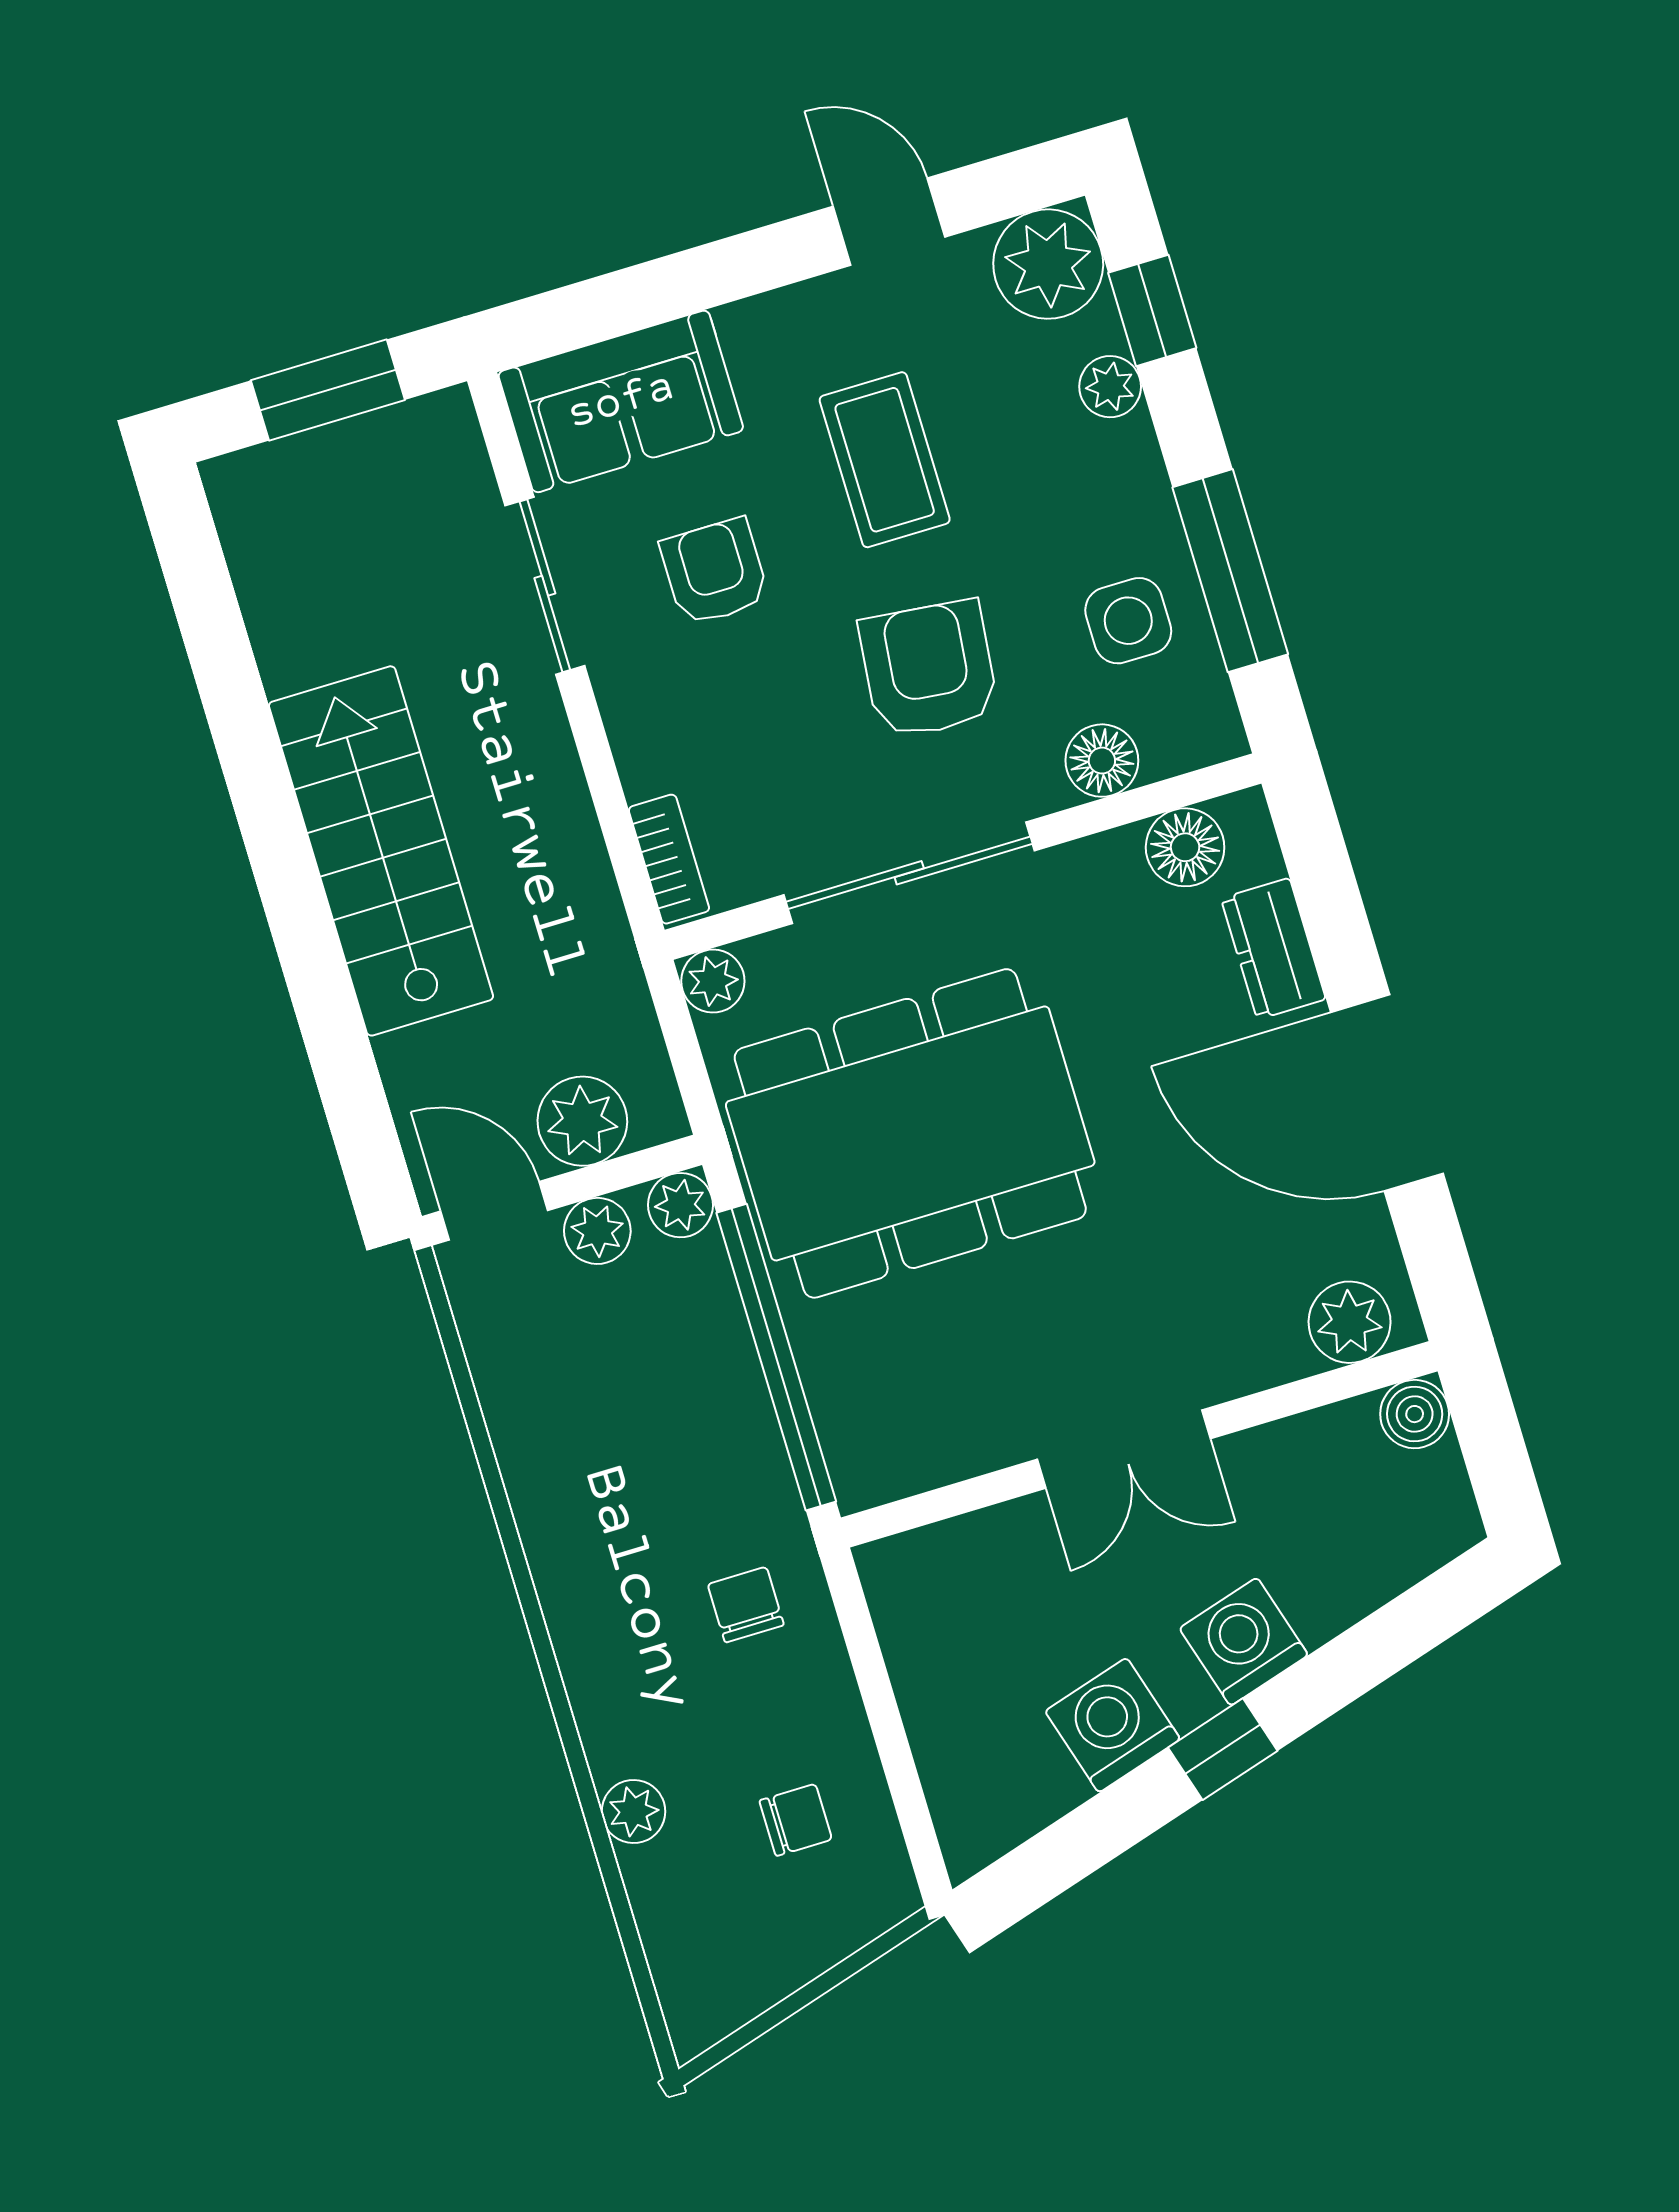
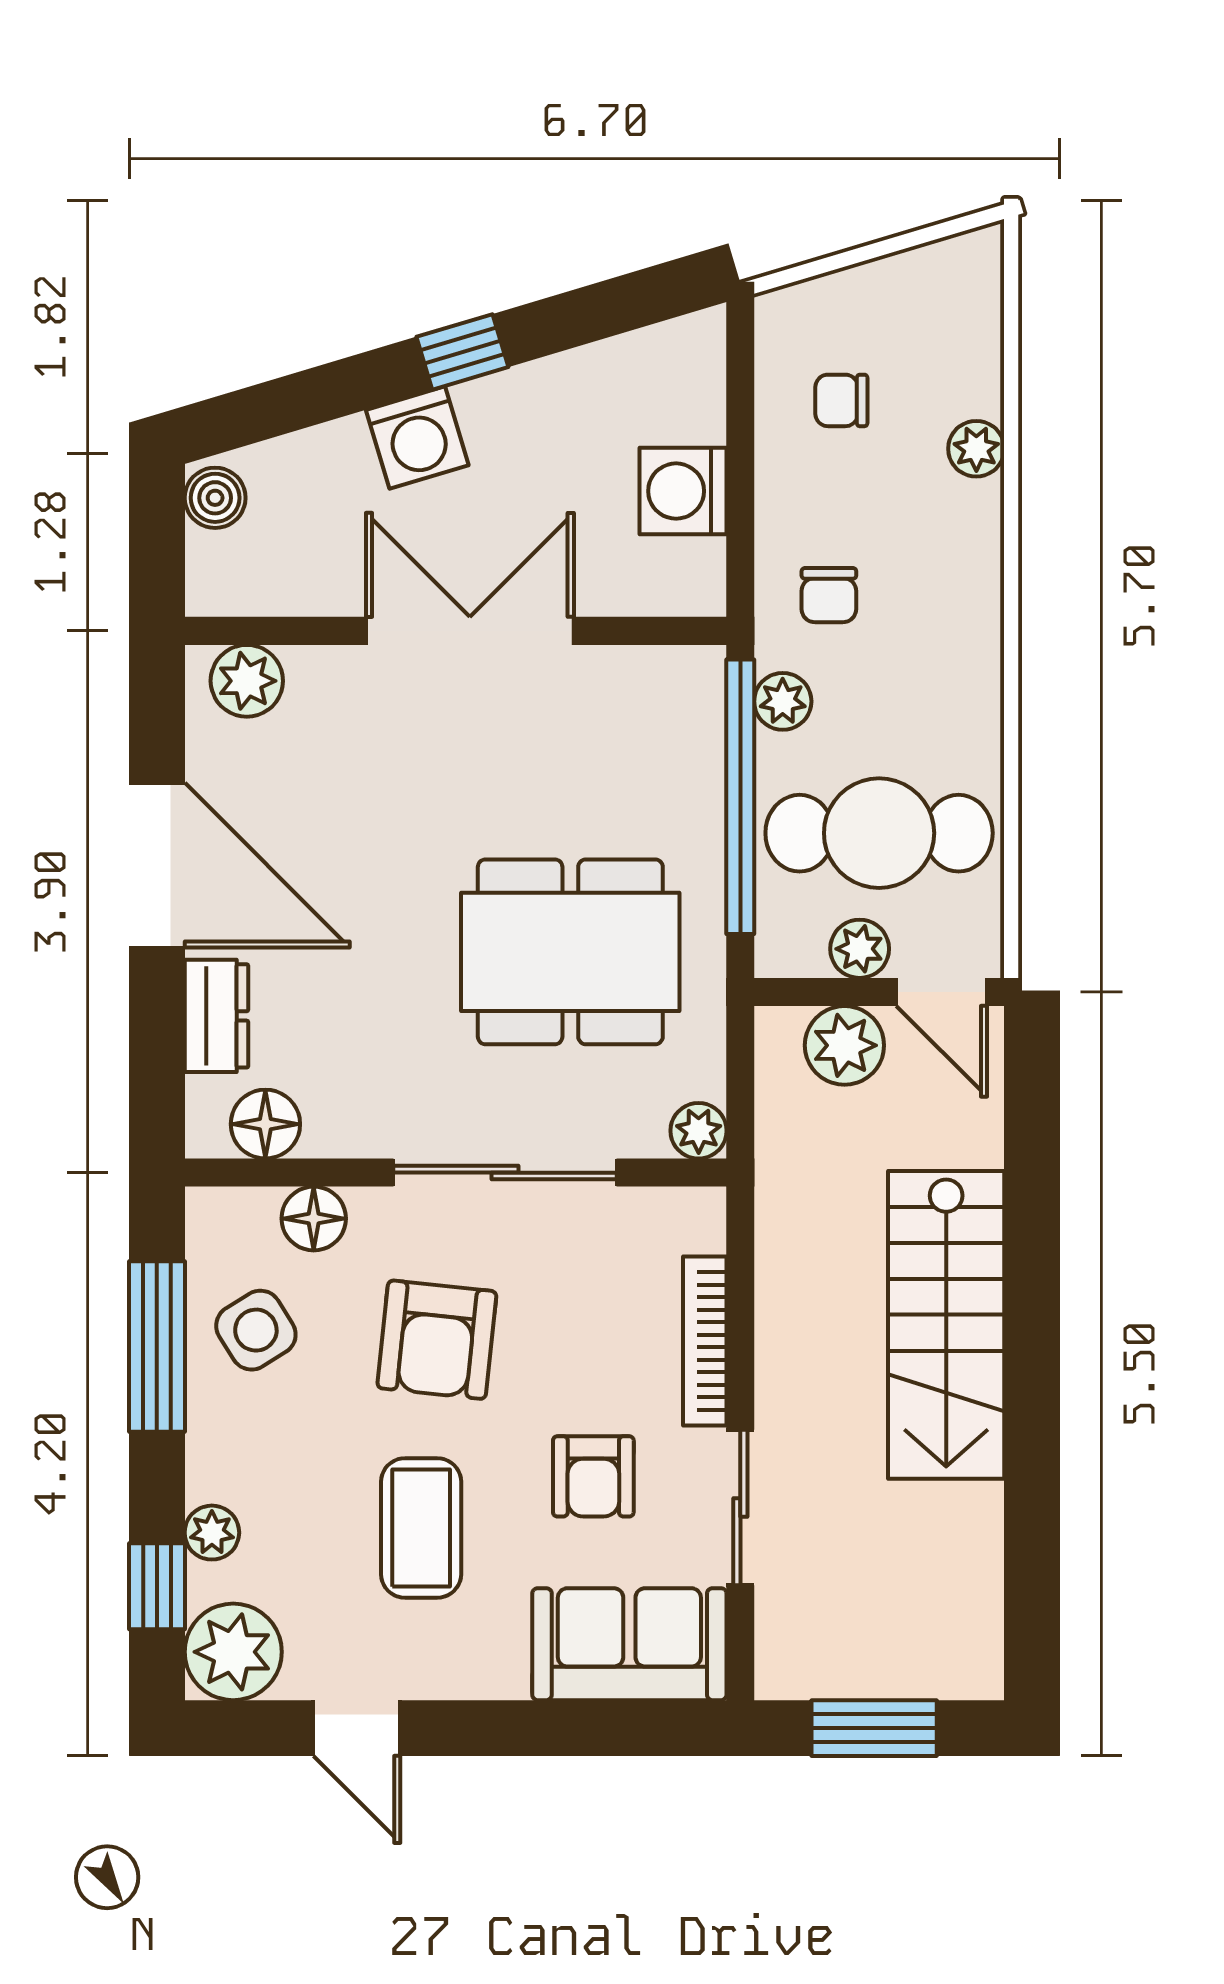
side table: (1128, 621) -> (256, 1330), turned -32
bookcase: (669, 859) -> (705, 1341), moved, width x1.56
dining table: (910, 1133) -> (570, 952), width x0.73, depth x0.80
plant: (680, 1205) -> (783, 701), moved
cafe table: (614, 1363) -> (879, 833), added
boiler: (1415, 1414) -> (215, 498), moved
double door: (1124, 1449) -> (470, 631), width x1.37
washing machine: (1113, 1725) -> (683, 491), moved, turned 107

